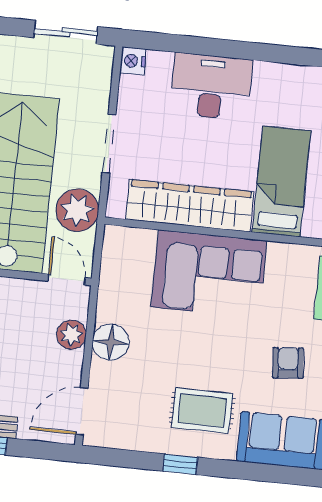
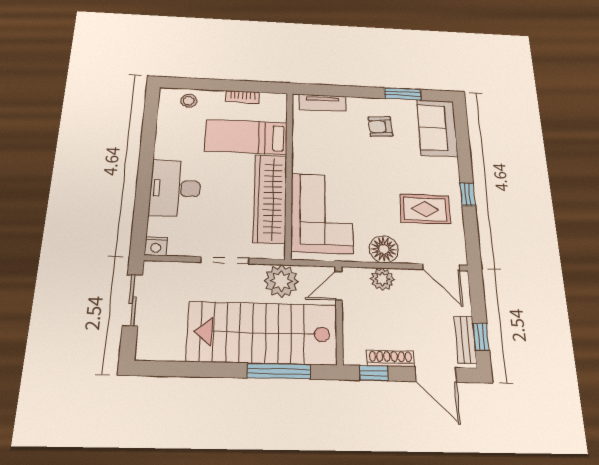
corner sofa: (209, 274) -> (322, 213), moved
rug: (202, 411) -> (425, 209), moved, turned 90

